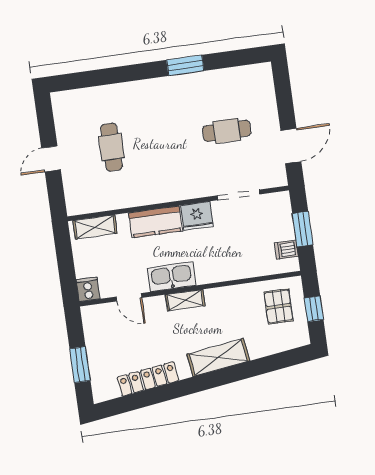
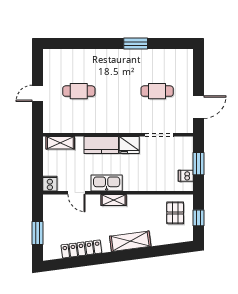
cafe table: (111, 147) -> (79, 91), turned 90

